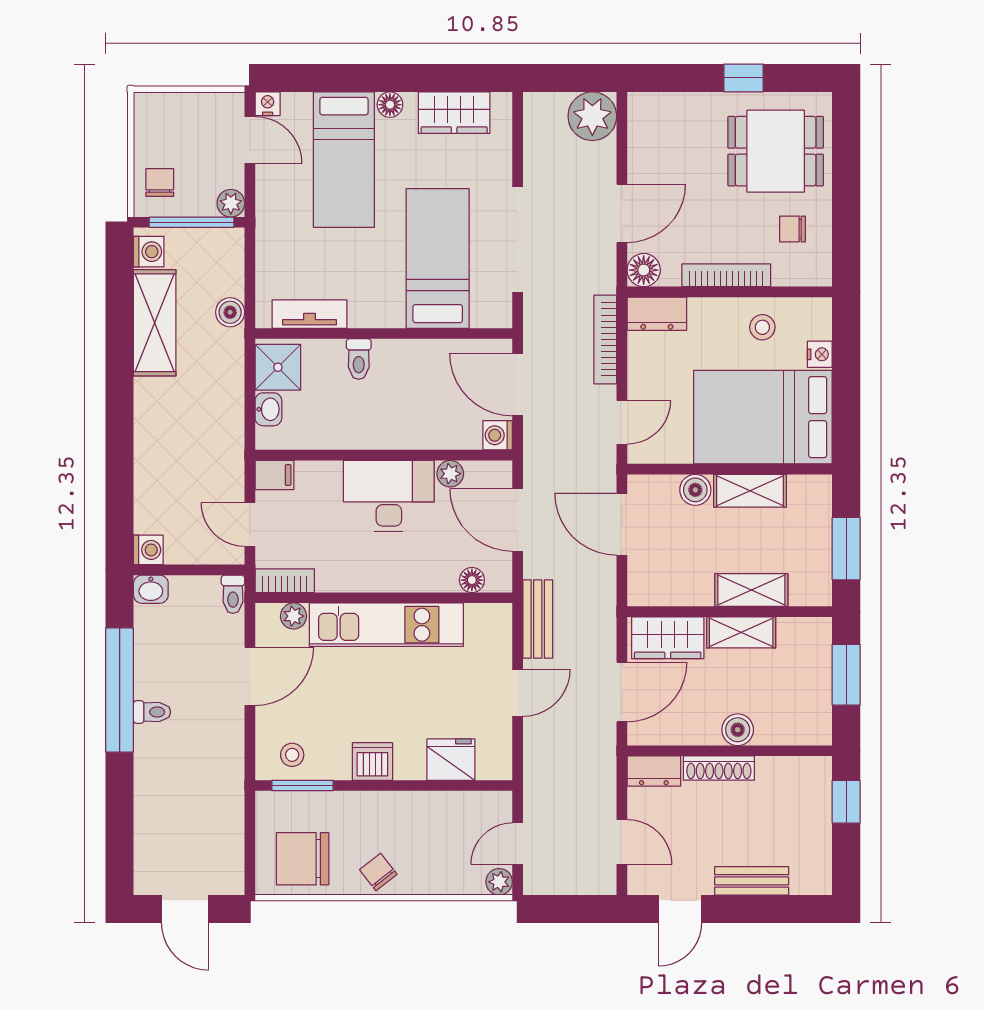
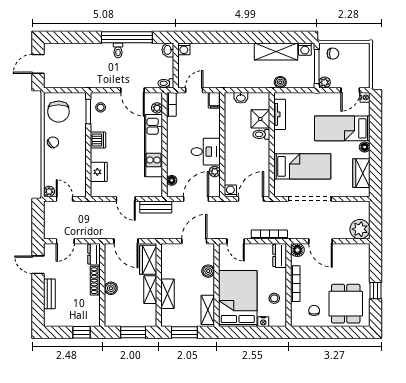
shower: (278, 367) -> (260, 119), moved
shelving: (750, 491) -> (208, 310), moved
desk: (389, 496) -> (206, 152), width x0.73
chair: (303, 859) -> (58, 112), turned 180

